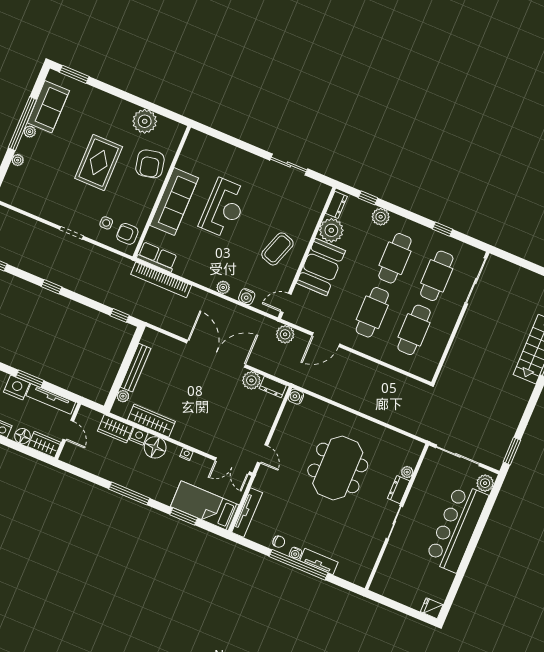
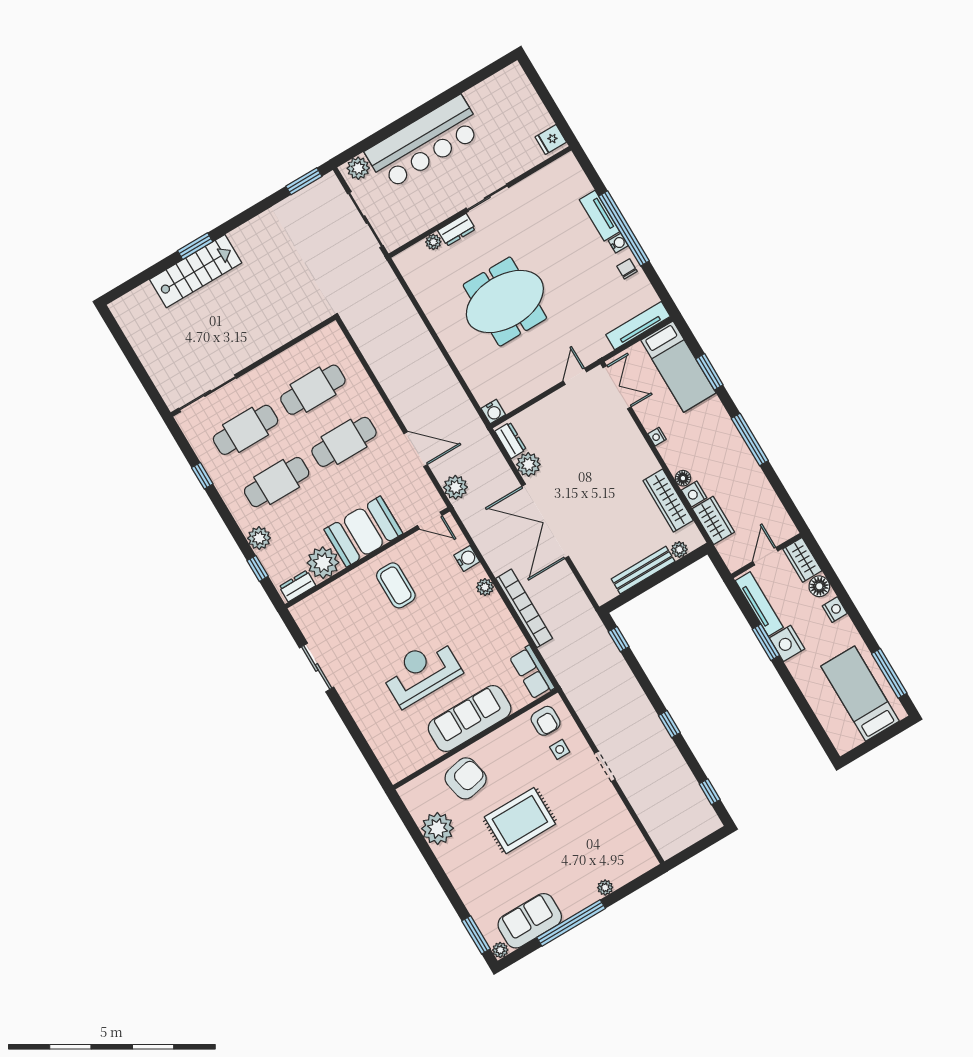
plant: (30, 132) -> (500, 950), moved
coffee table: (277, 249) -> (396, 585), turned 71
bookcase: (161, 280) -> (524, 608), moved
floor lamp: (155, 447) -> (683, 478), width x0.53, depth x0.53
fridge: (432, 608) -> (551, 140), moved, turned 90

